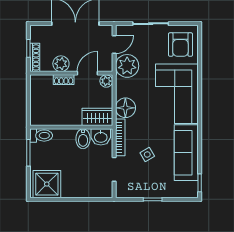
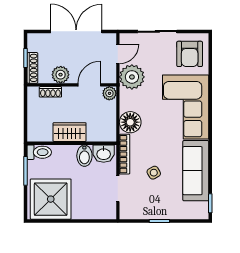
shoe rack: (64, 80) -> (50, 92), moved
wardrobe: (97, 117) -> (70, 132), moved
shower: (47, 184) -> (51, 199), width x1.37, depth x1.37

